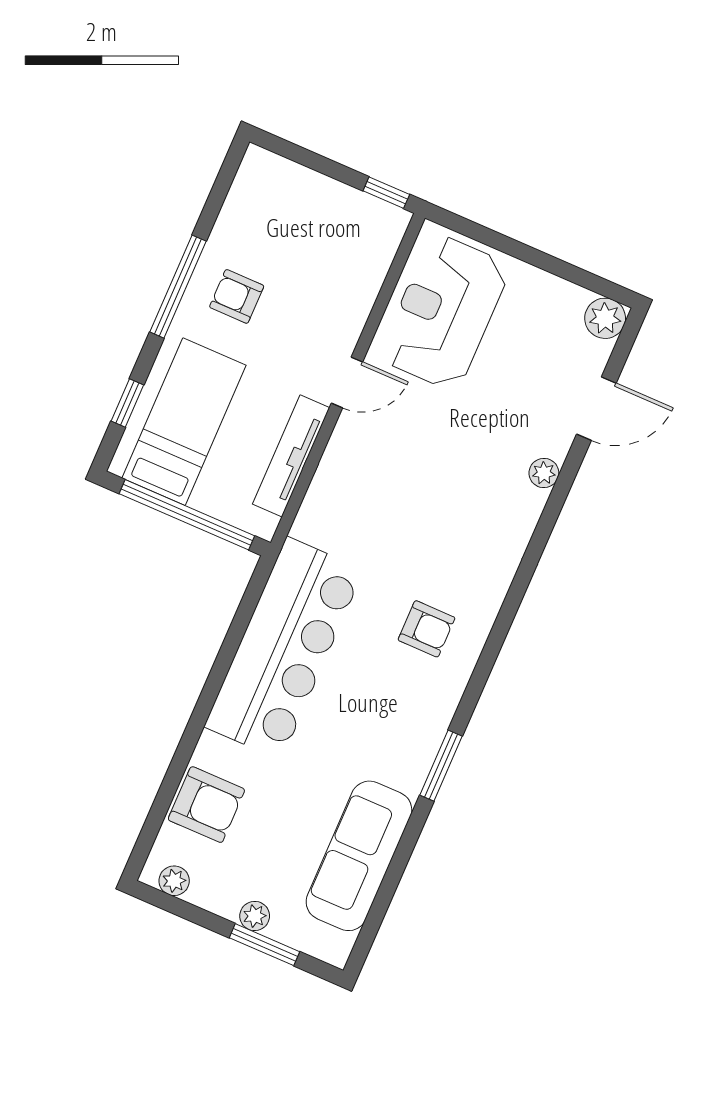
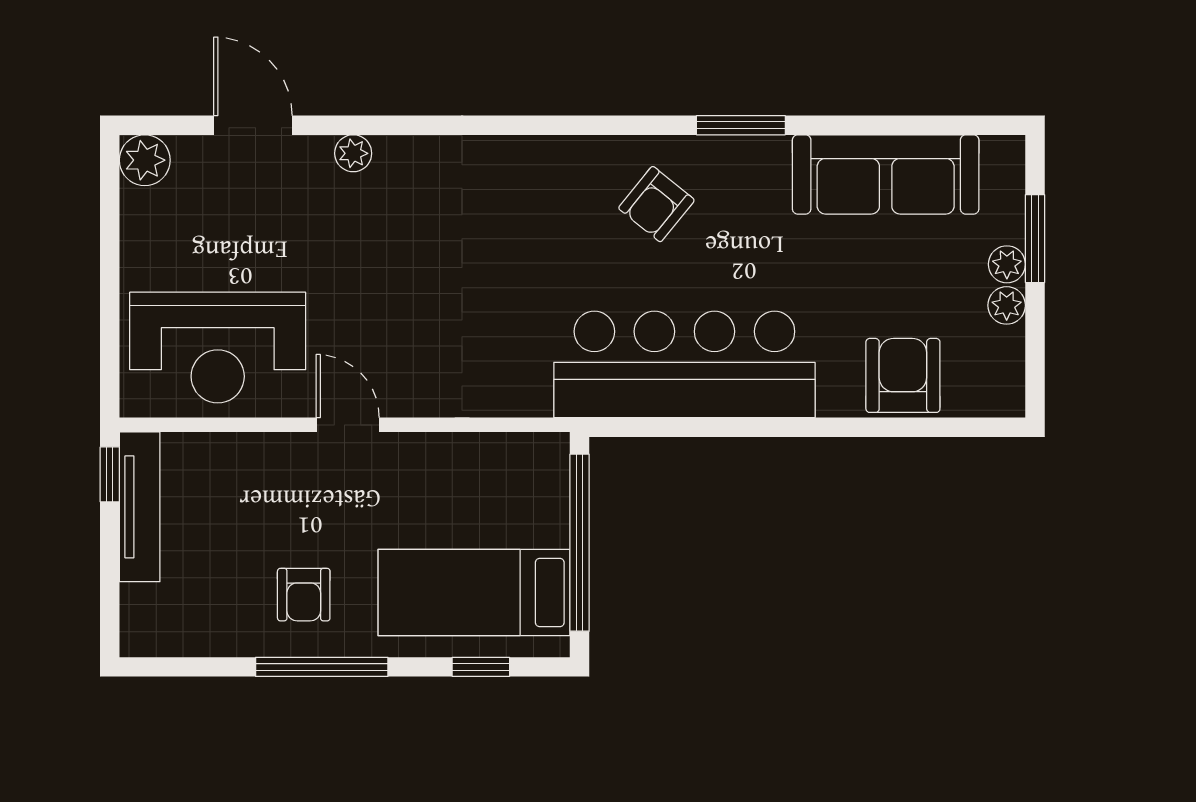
tv unit: (291, 456) -> (140, 507), moved, turned -90
armchair: (427, 629) -> (656, 204), moved, turned -141
plant: (174, 881) -> (1007, 305), moved

